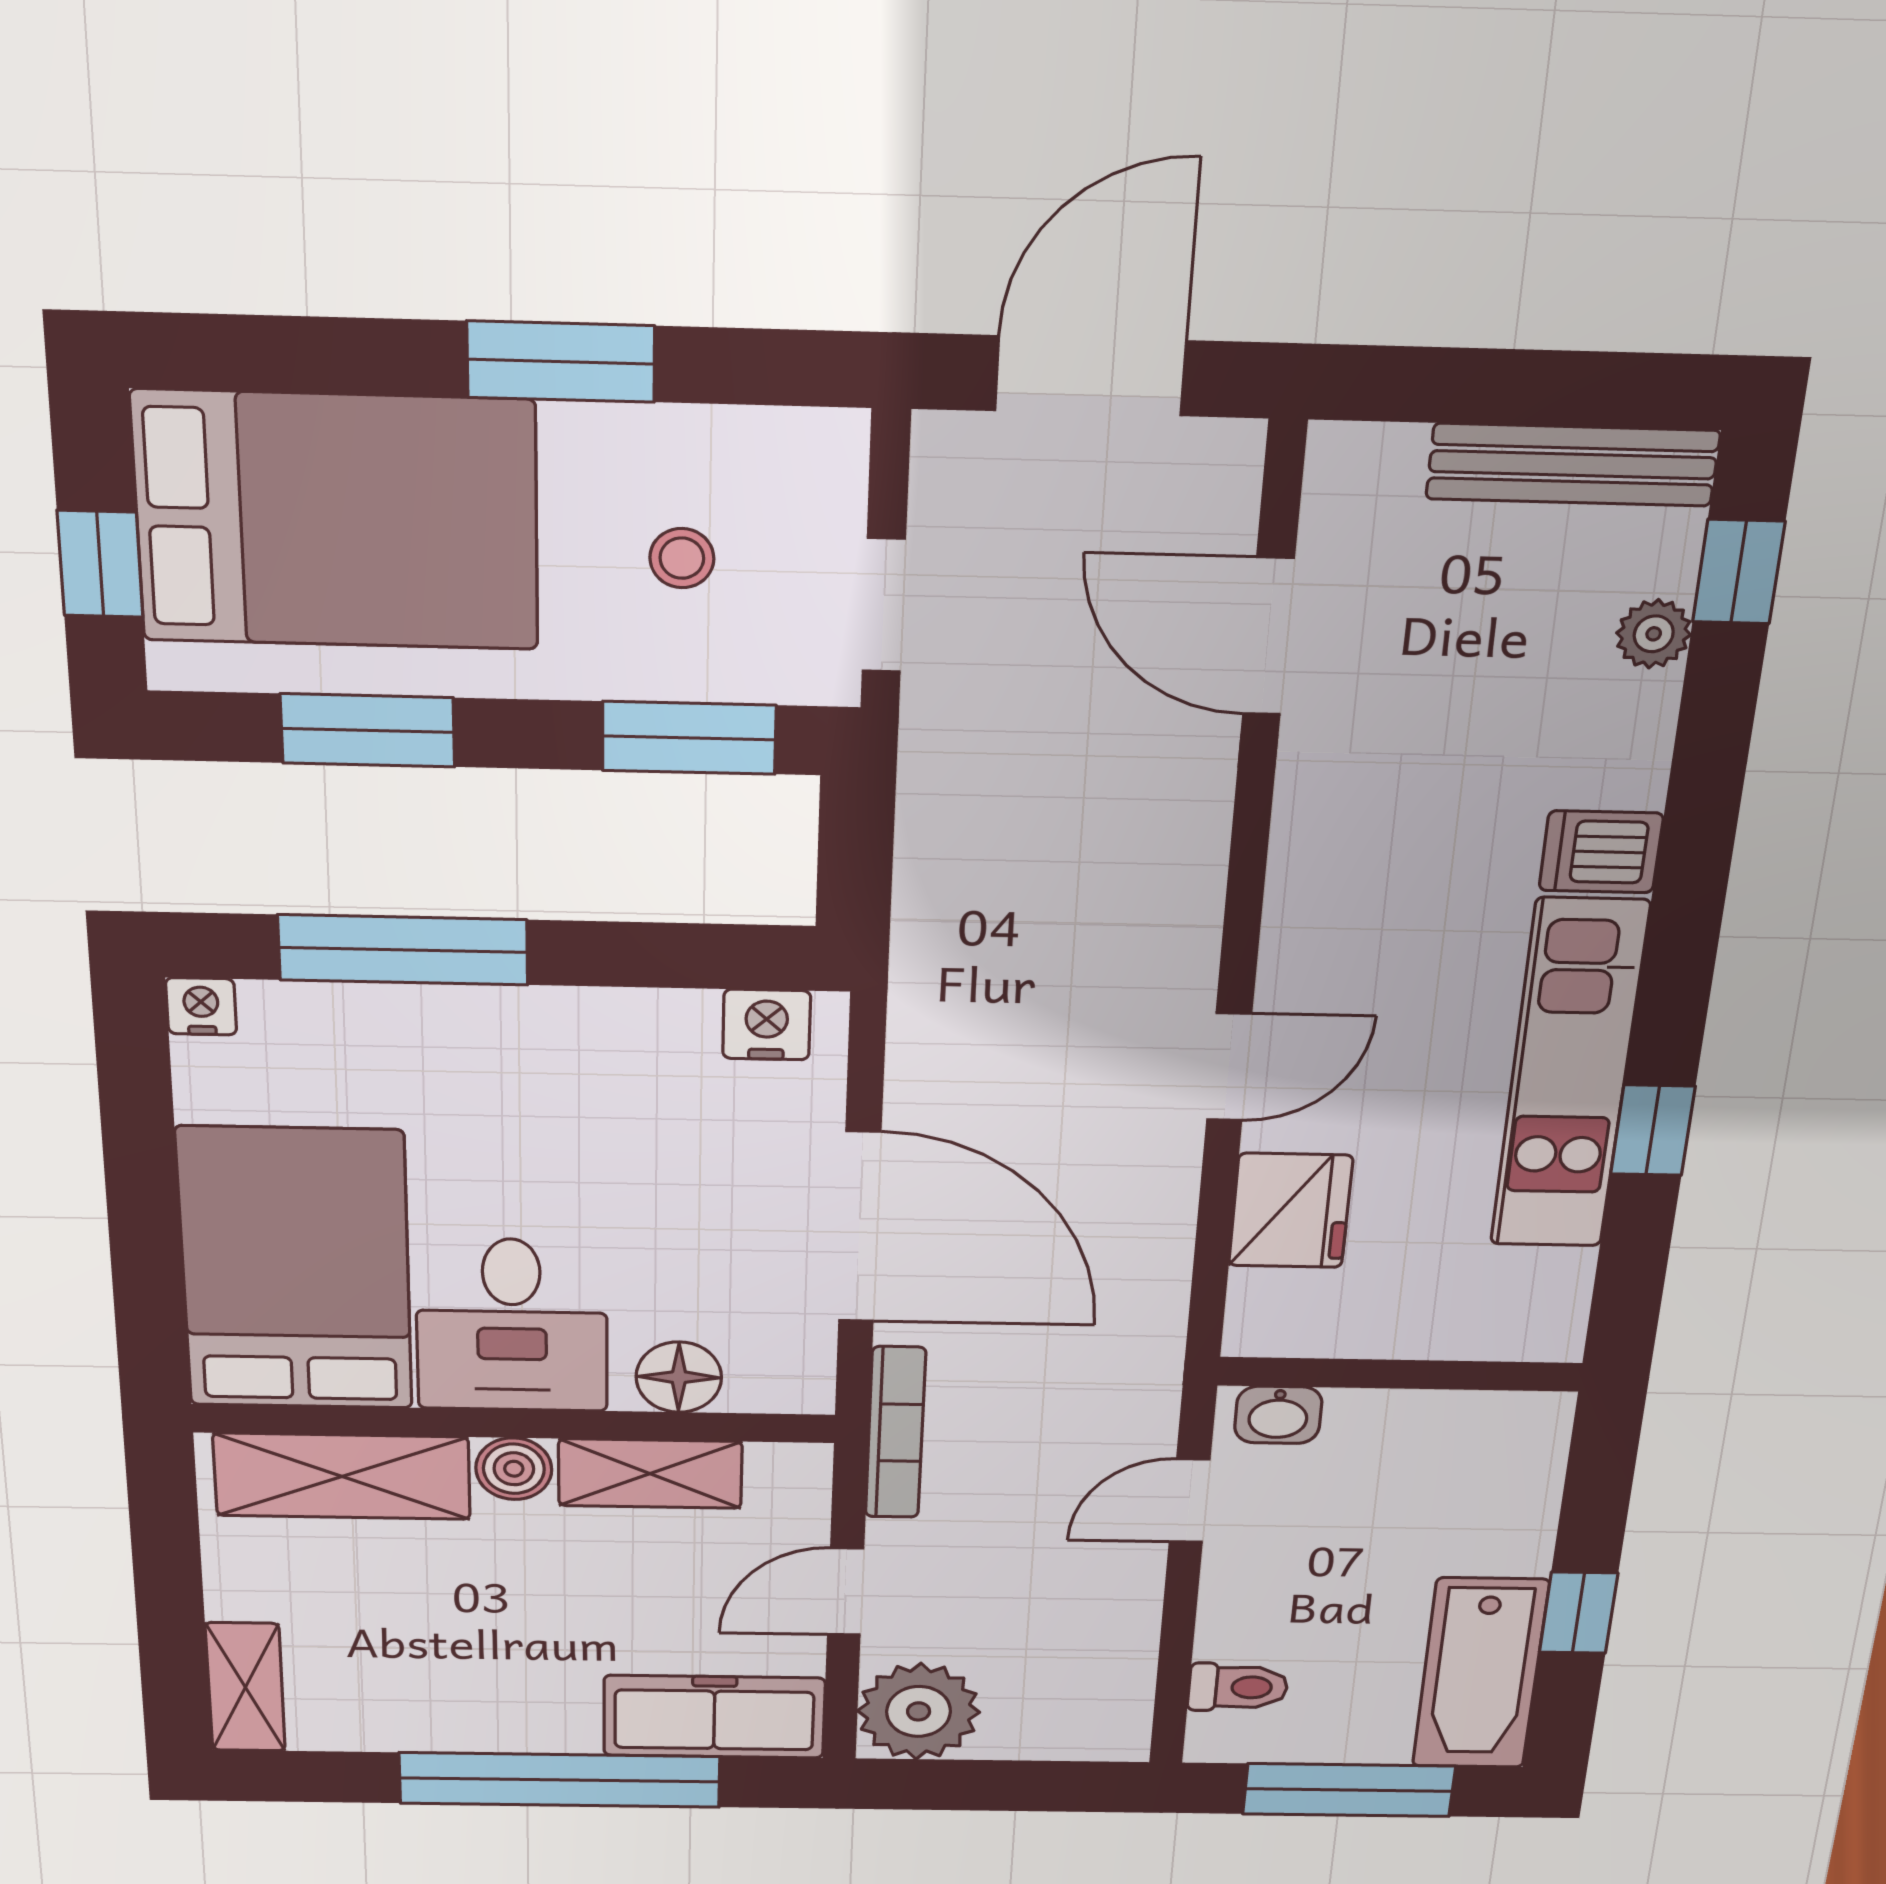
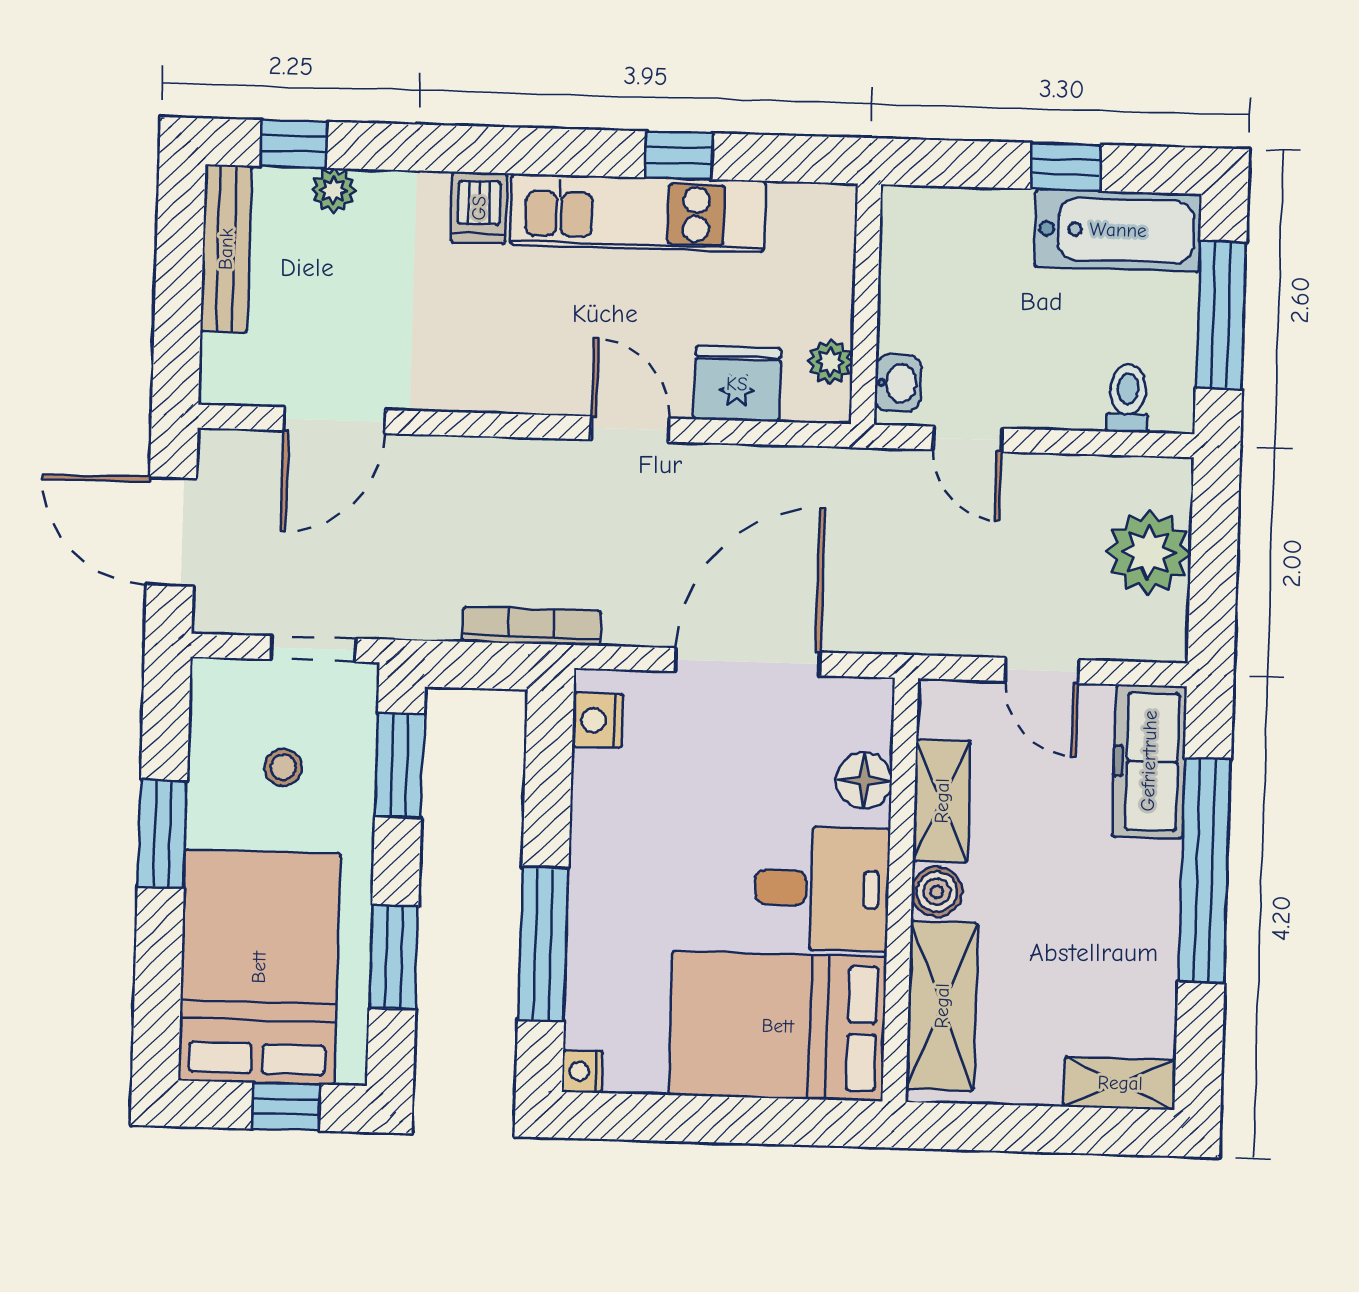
plant: (1316, 1330) -> (830, 362), added
bookcase: (895, 1433) -> (531, 626), moved
plant: (919, 1711) -> (1149, 552), moved

